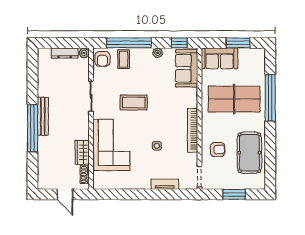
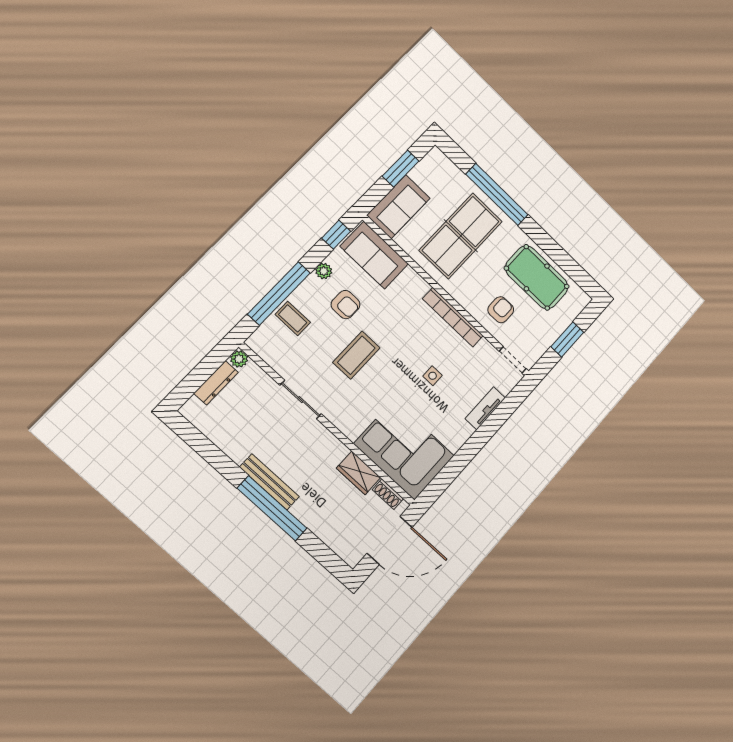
armchair: (102, 59) -> (346, 305), moved
corner sofa: (111, 145) -> (404, 450), moved
door: (65, 194) -> (390, 540), width x1.88

